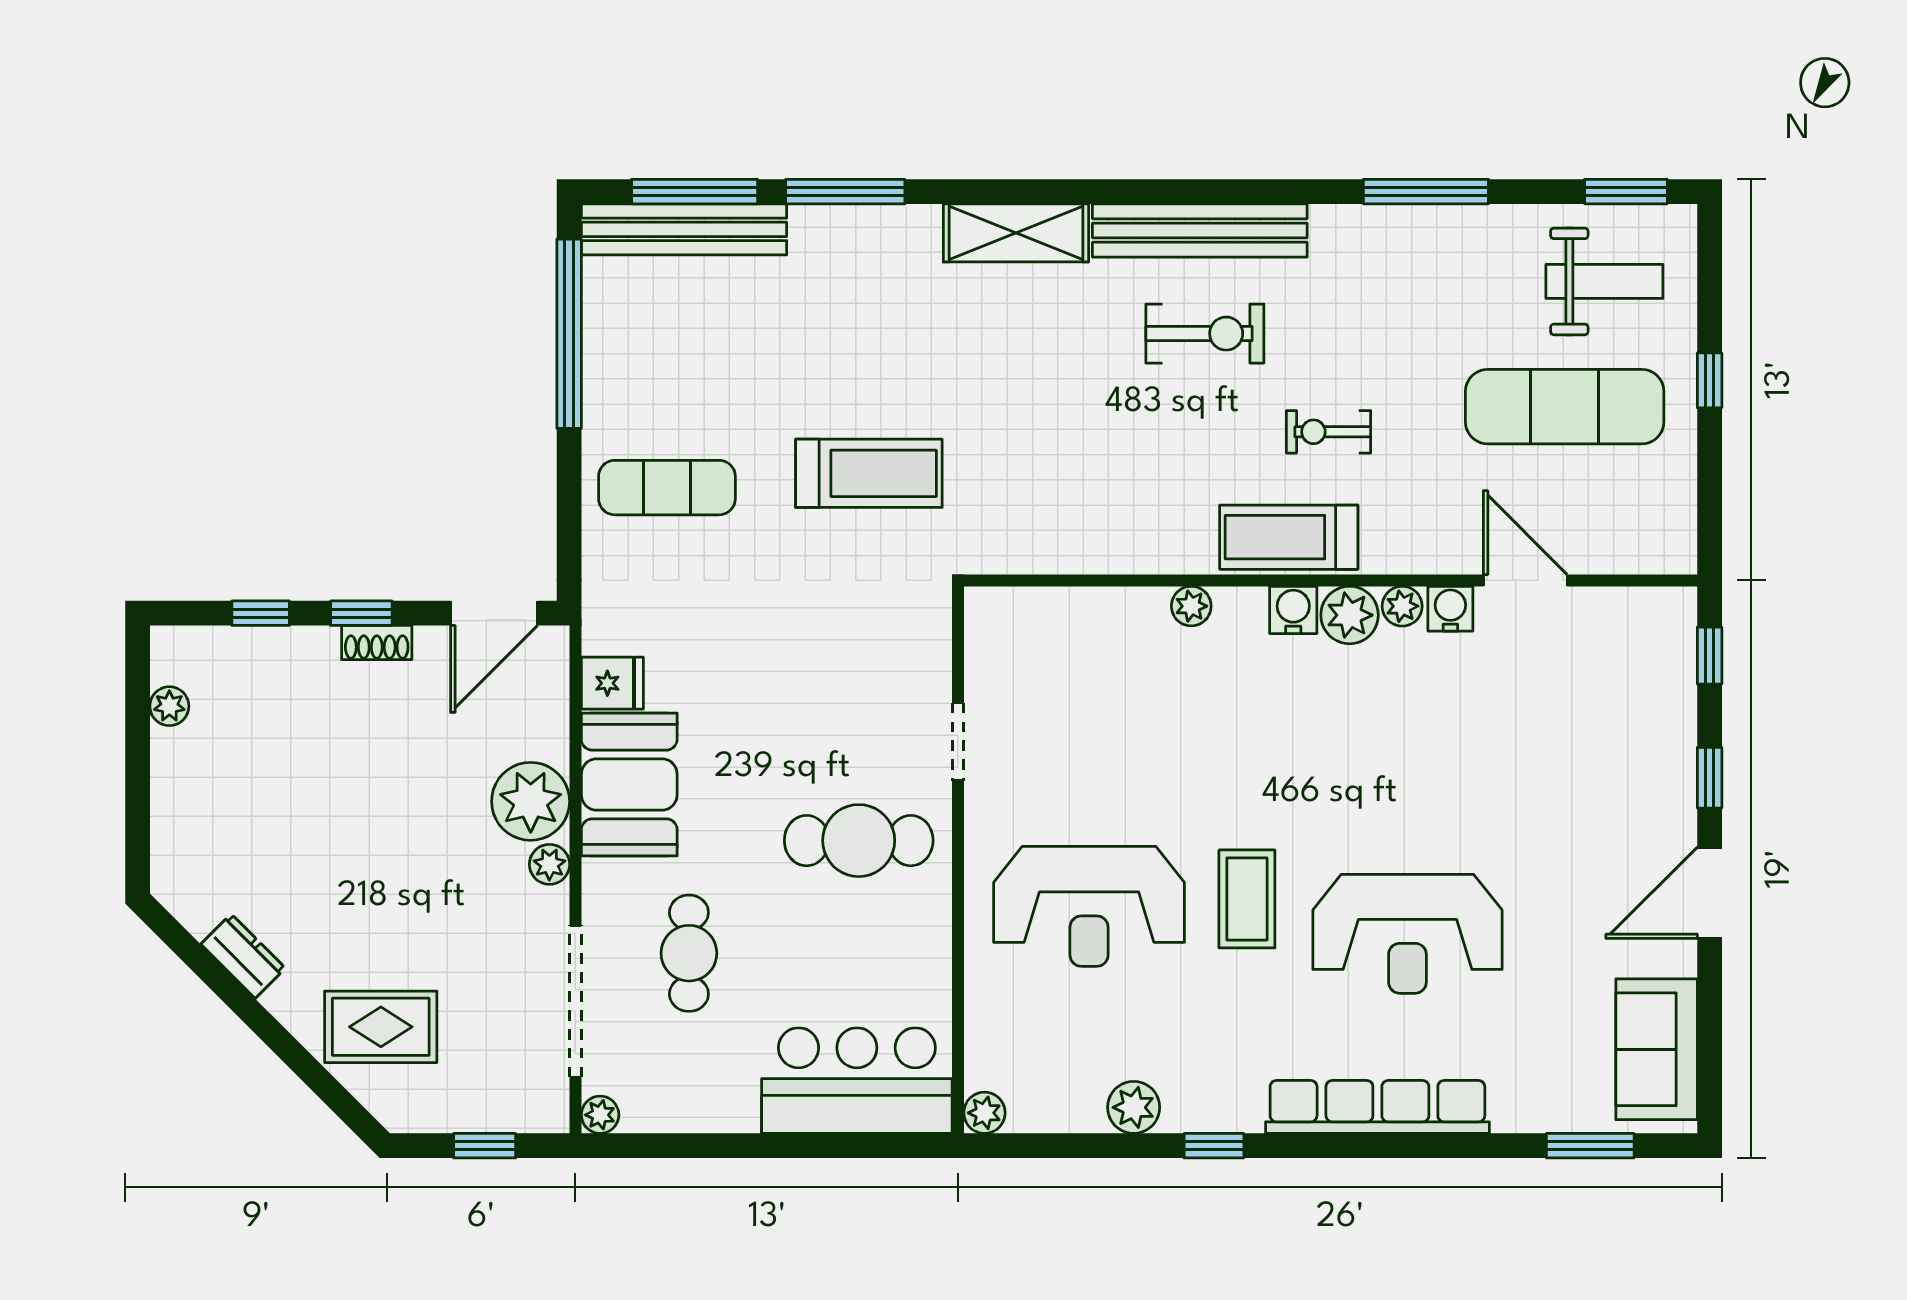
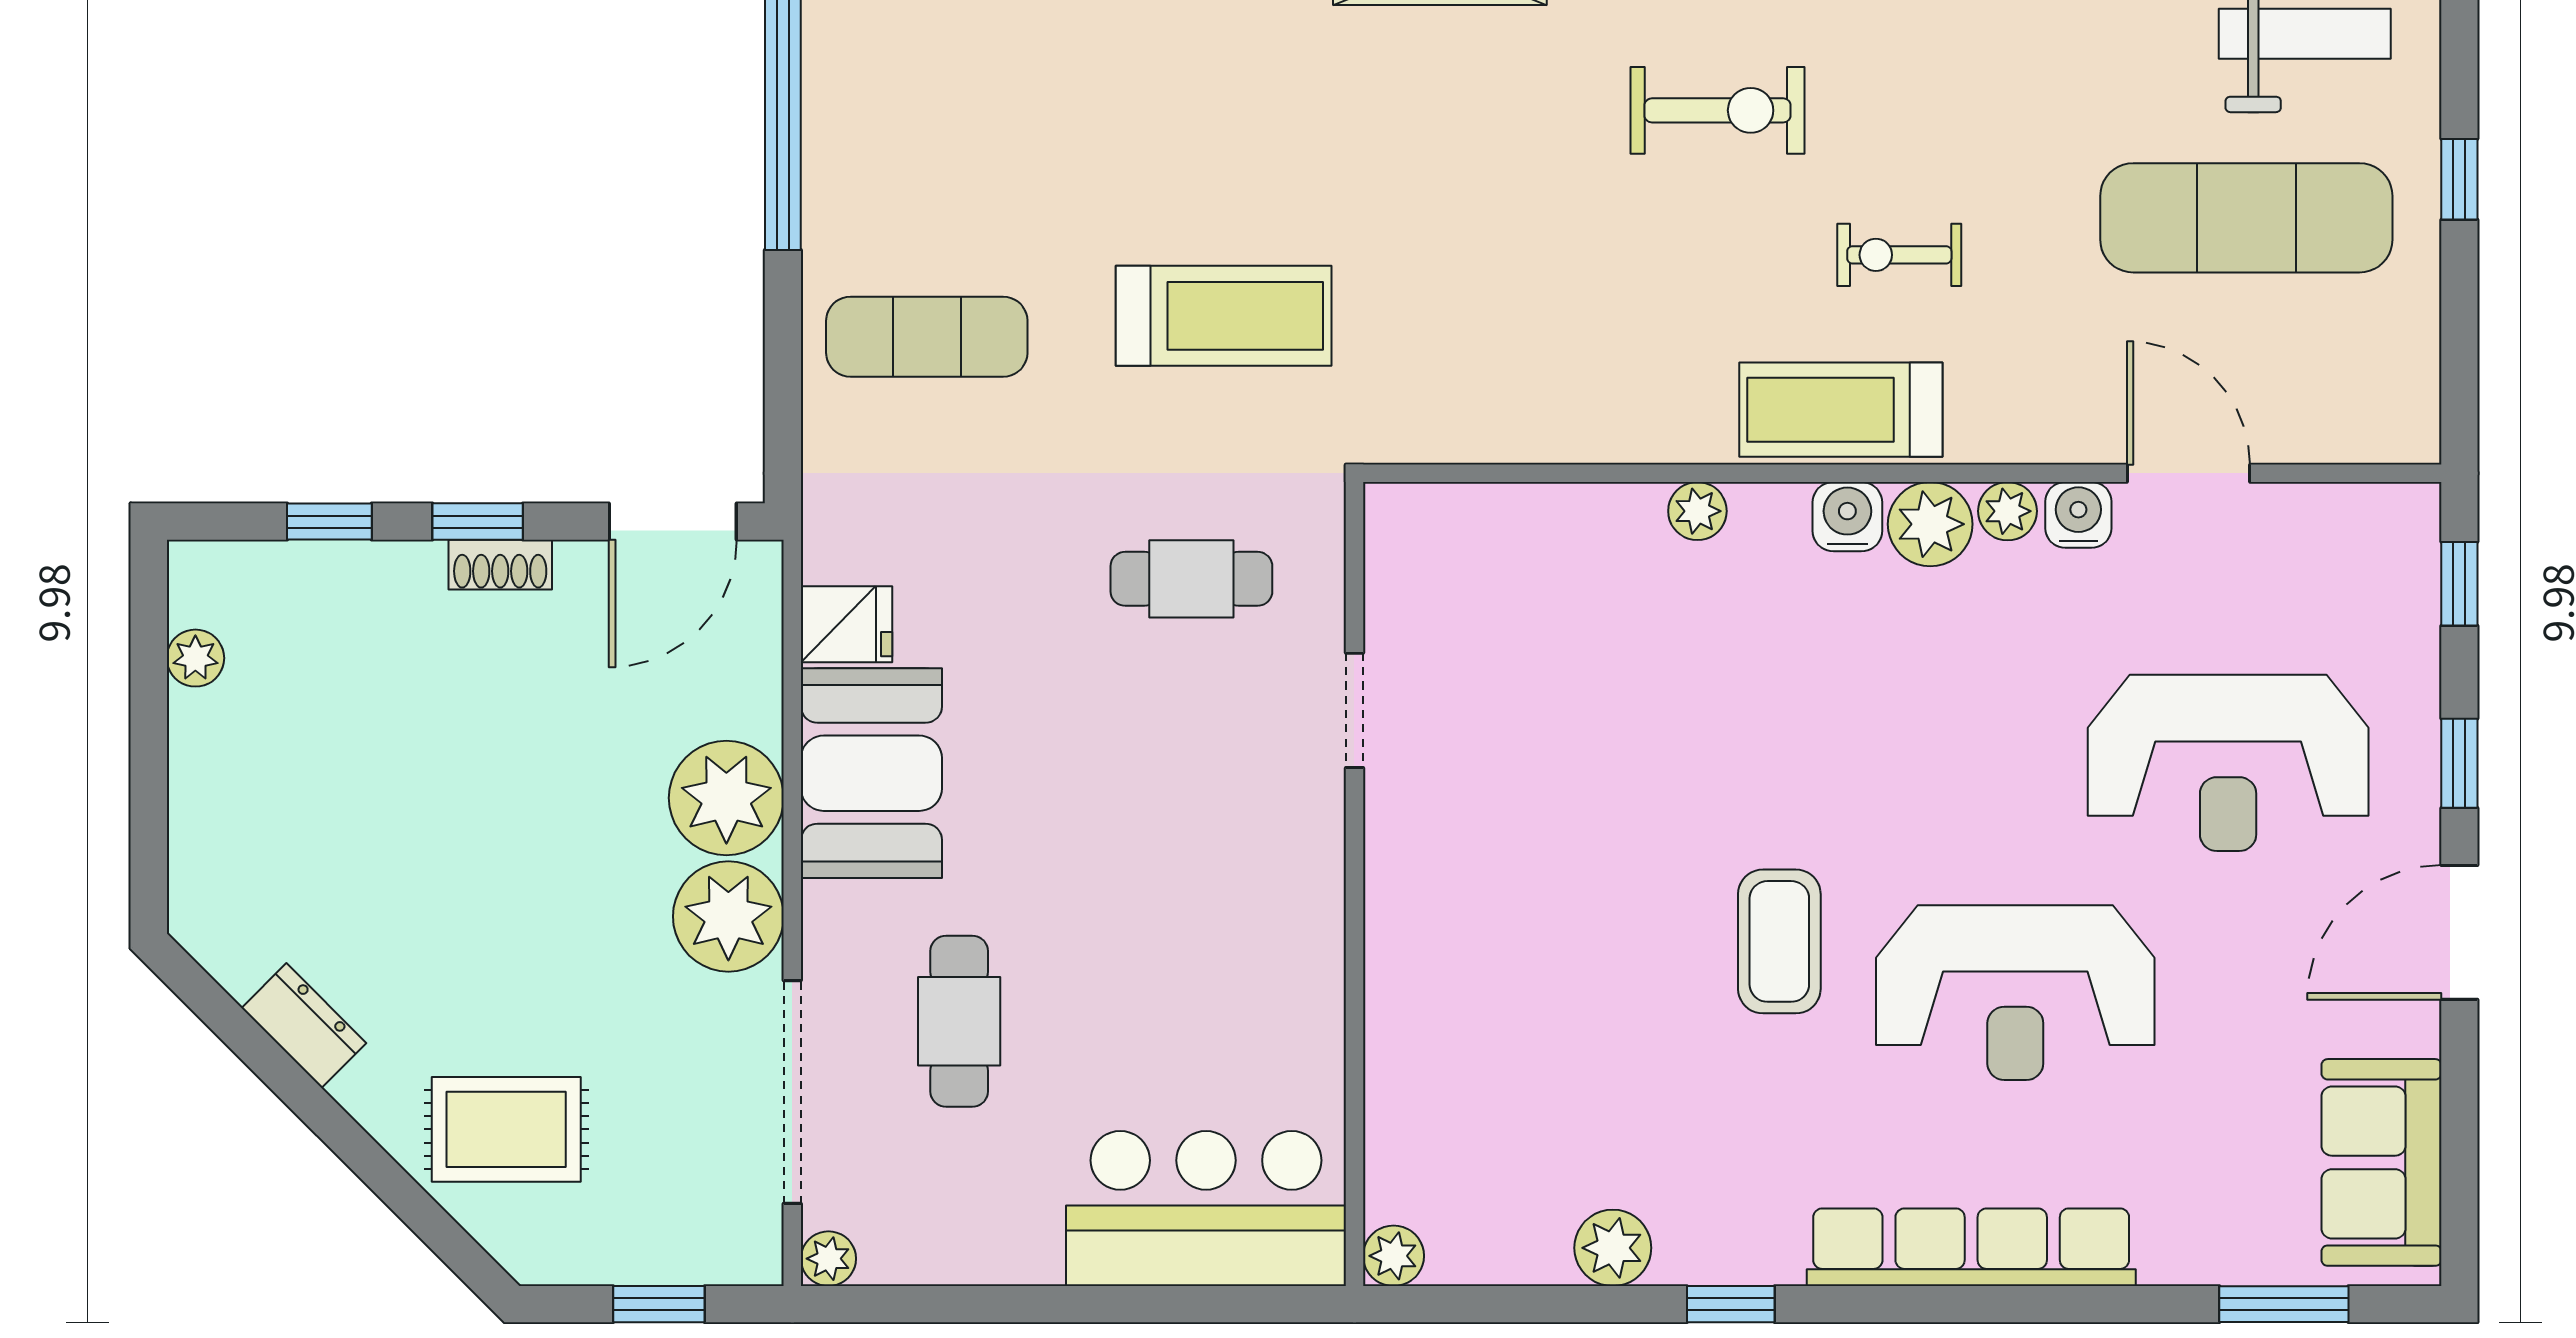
cafe table: (859, 841) -> (1191, 579), moved, width x0.73, depth x0.74
plant: (549, 864) -> (728, 916), width x1.88, depth x1.88
reception desk: (1089, 906) -> (2228, 763), moved

